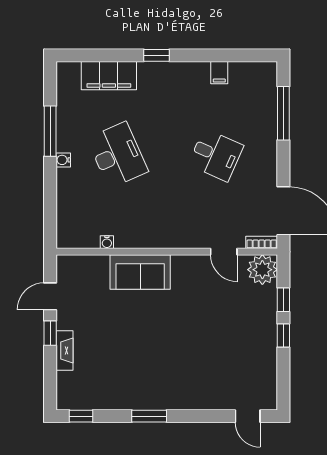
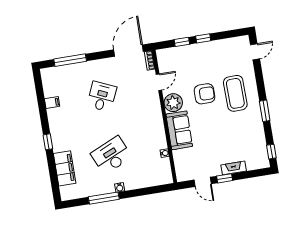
plant: (262, 270) -> (173, 103), moved
armchair: (193, 323) -> (204, 94), added
coffee table: (185, 373) -> (235, 93), added

